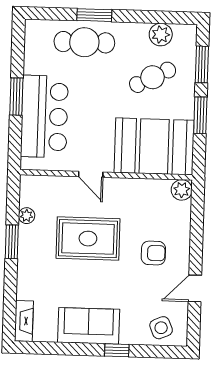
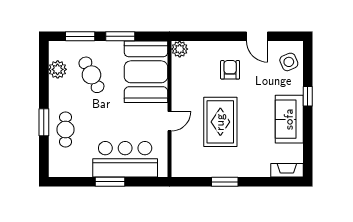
cafe table: (84, 42) -> (65, 129), width x0.73, depth x0.74
plant: (27, 216) -> (204, 171), removed

